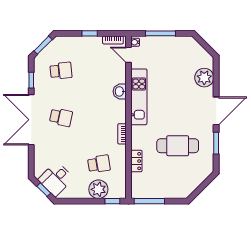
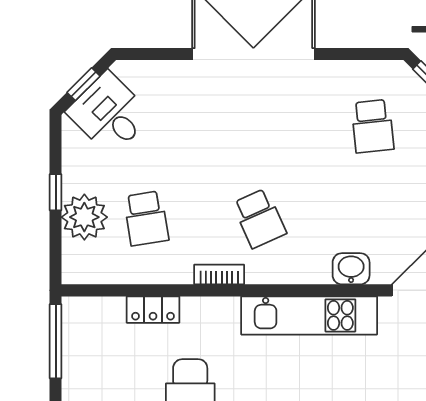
window: (31, 80) -> (350, 54), removed
washbasin: (120, 91) -> (351, 269), moved
school desk: (61, 117) -> (259, 218), moved, turned -36
window: (112, 201) -> (56, 192), moved

